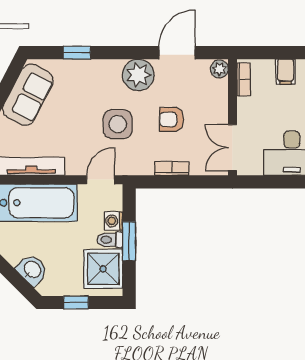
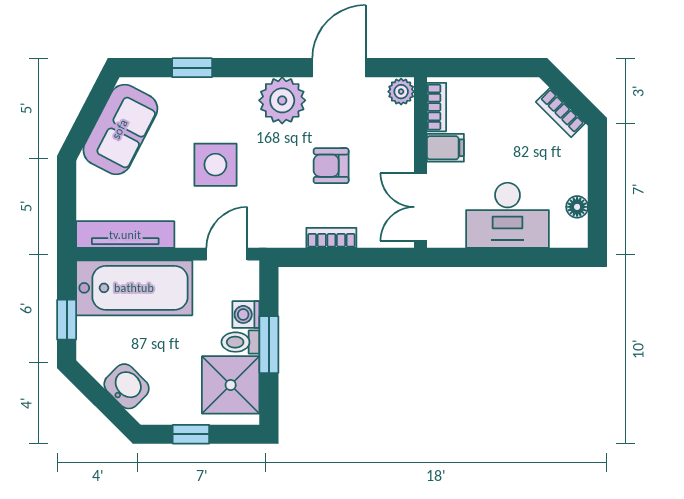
filing cabinet: (286, 72) -> (445, 148), moved, turned -90
side table: (118, 124) -> (215, 165), moved

